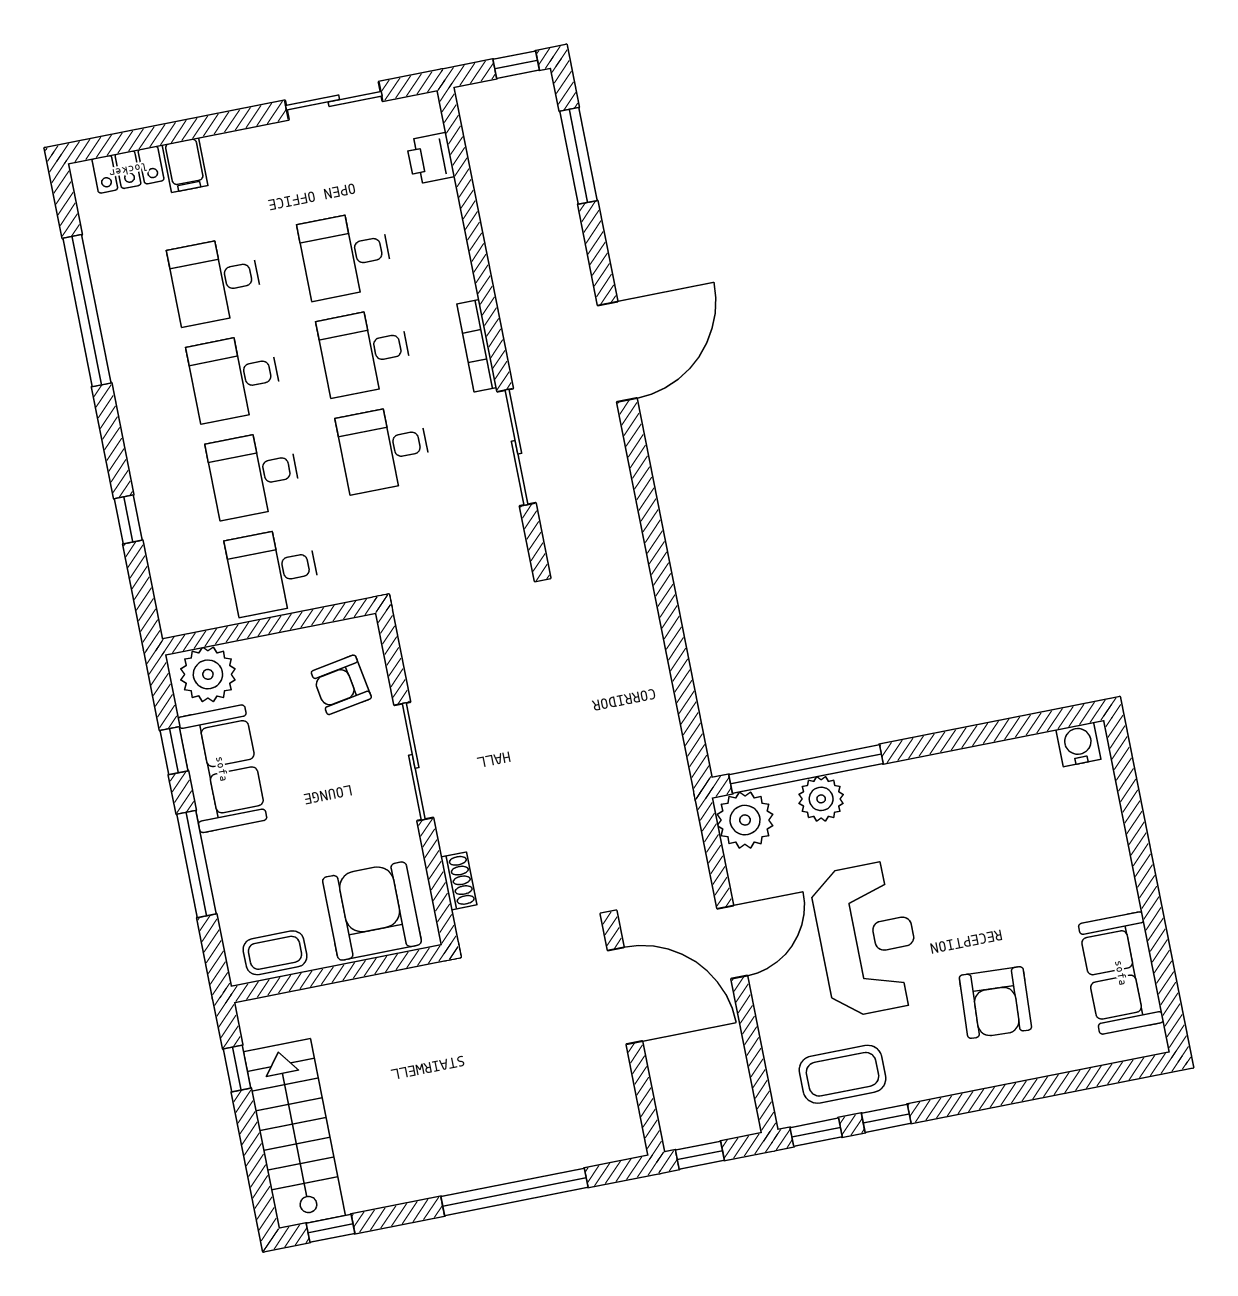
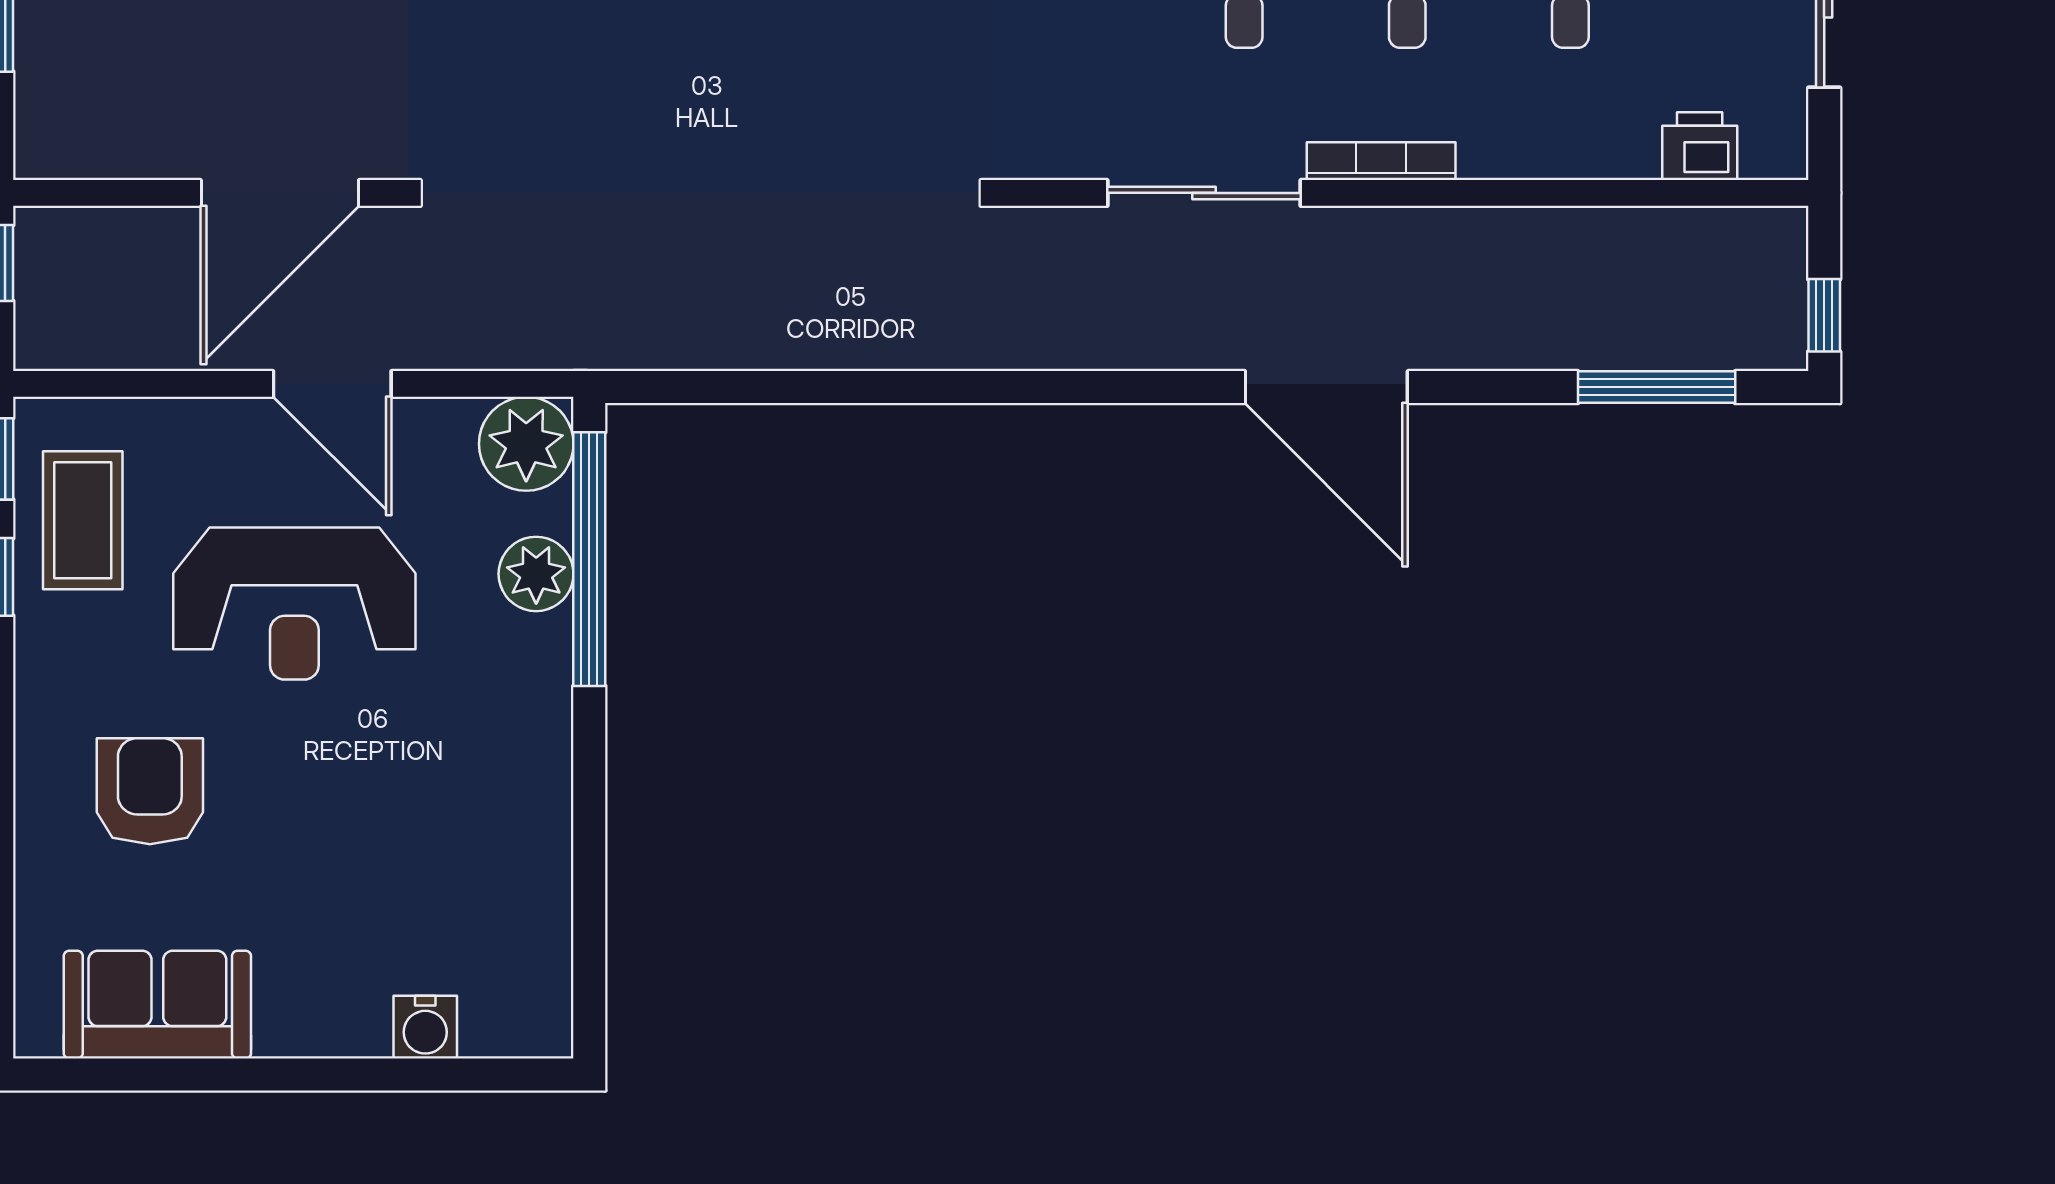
water cooler: (1078, 744) -> (425, 1027), moved, turned 90
armchair: (995, 1003) -> (150, 791), turned 87

